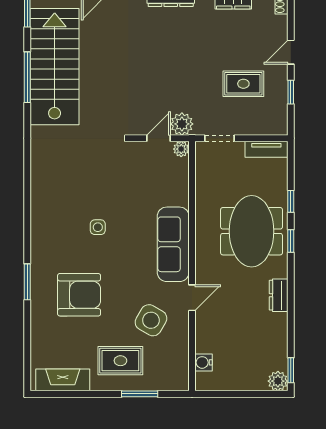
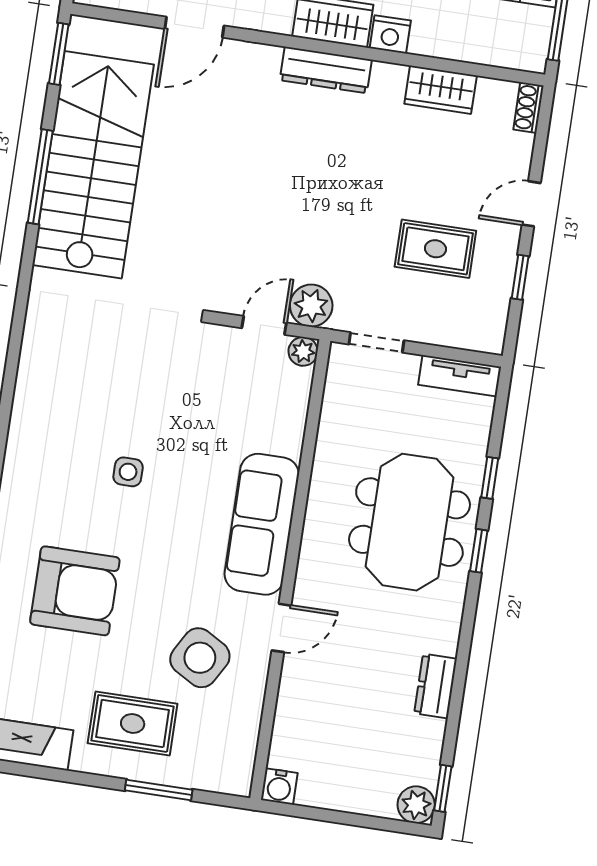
dresser: (279, 295) -> (436, 686), moved
water cooler: (204, 362) -> (279, 786), moved, turned -90

